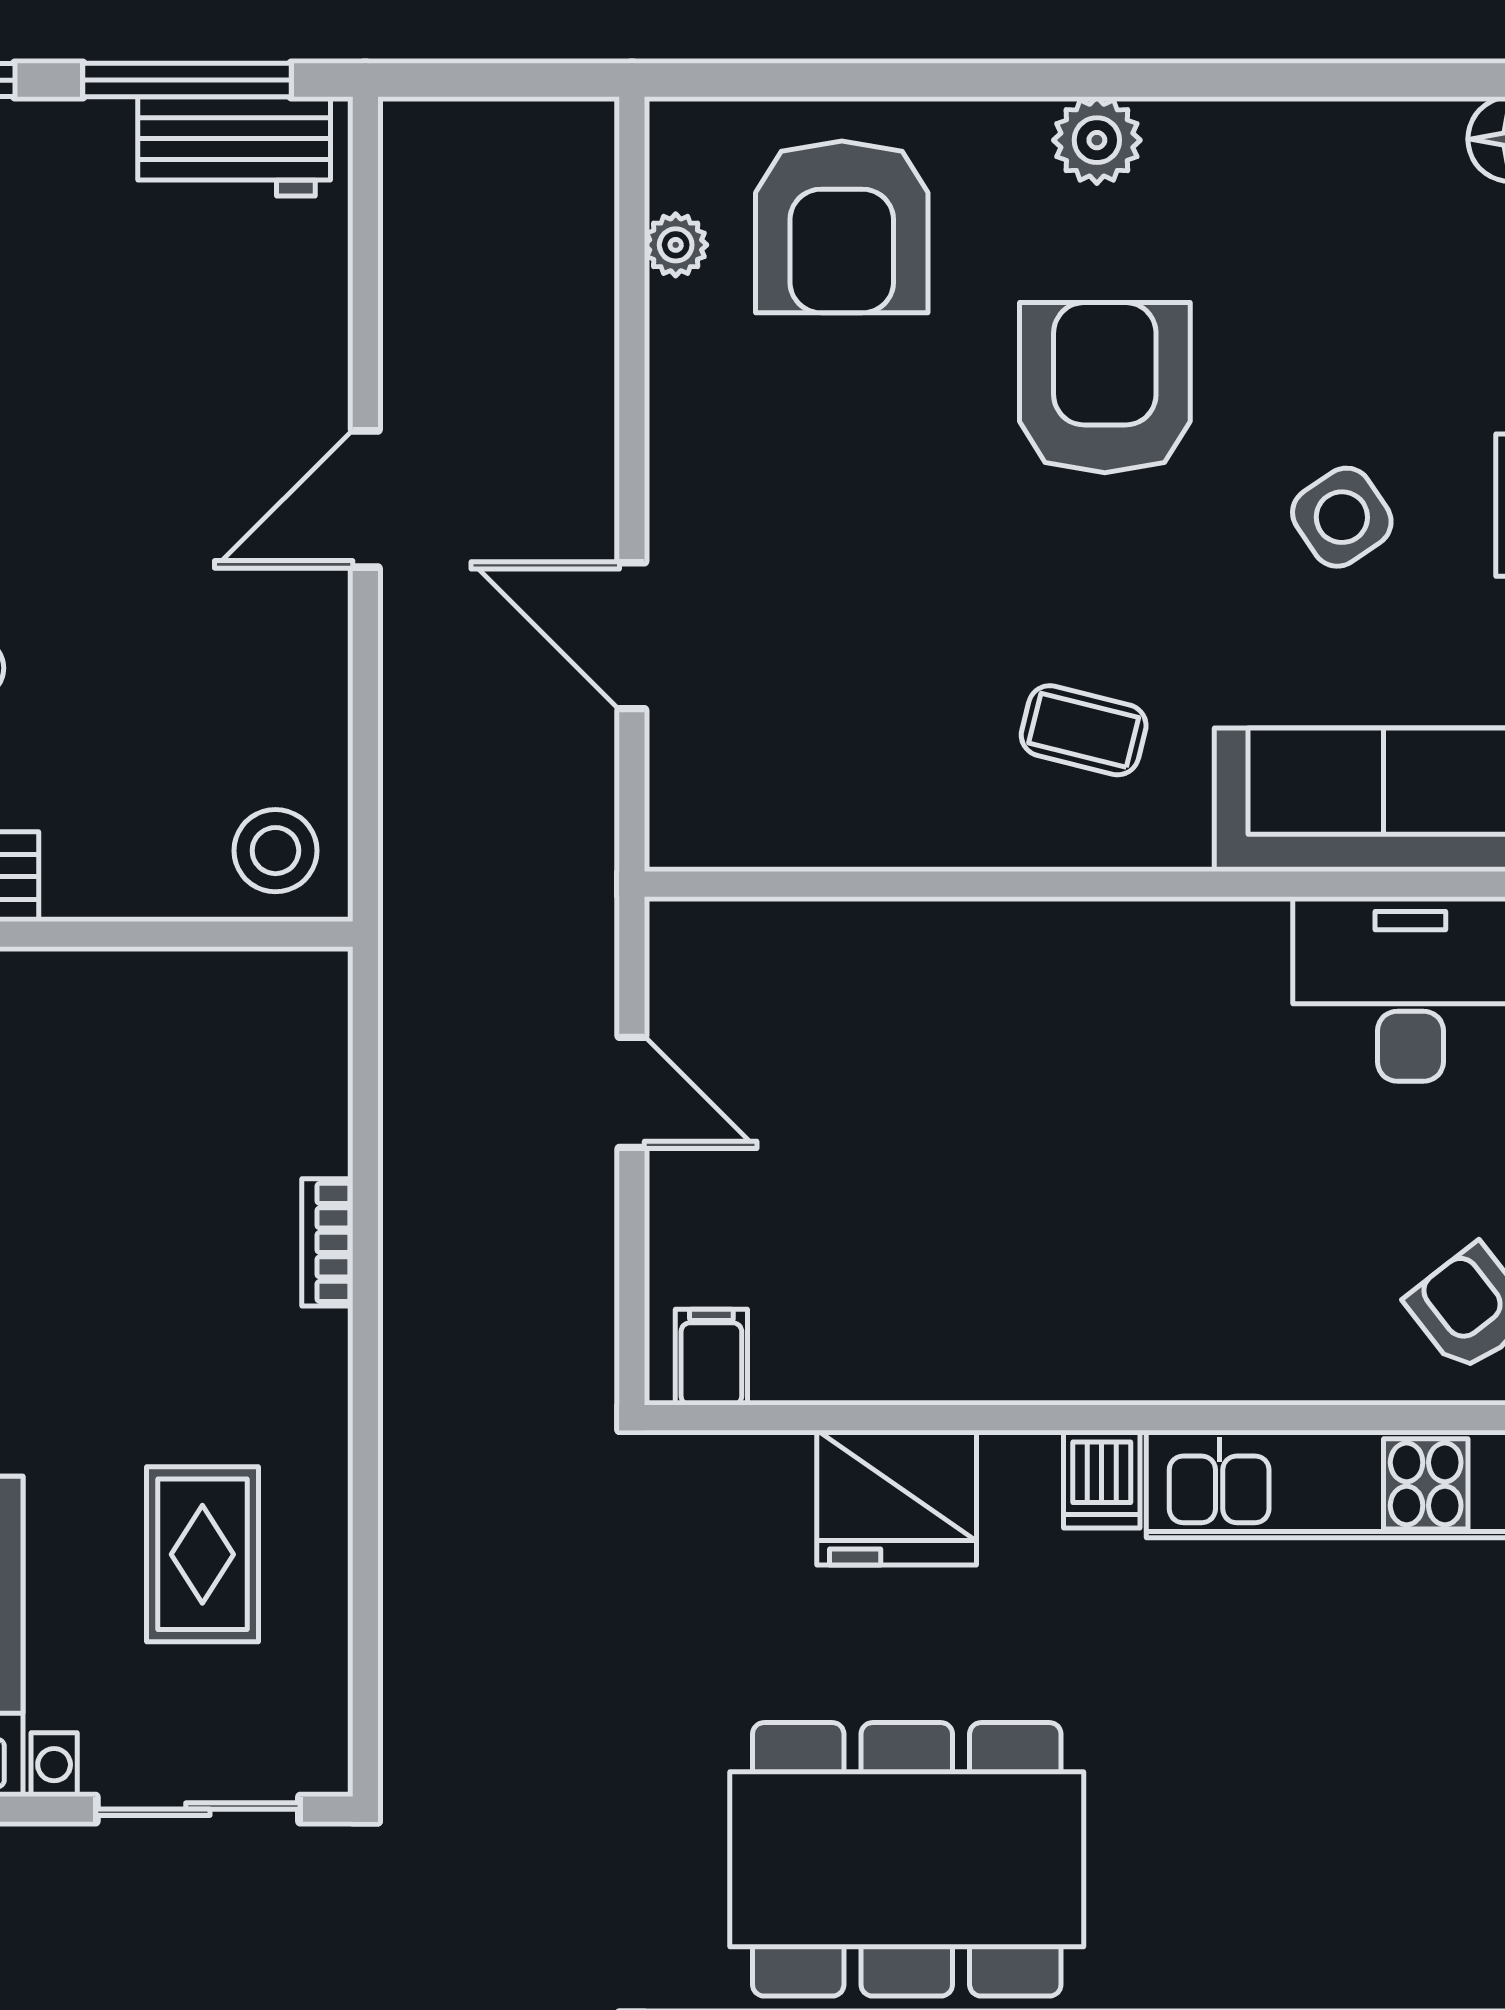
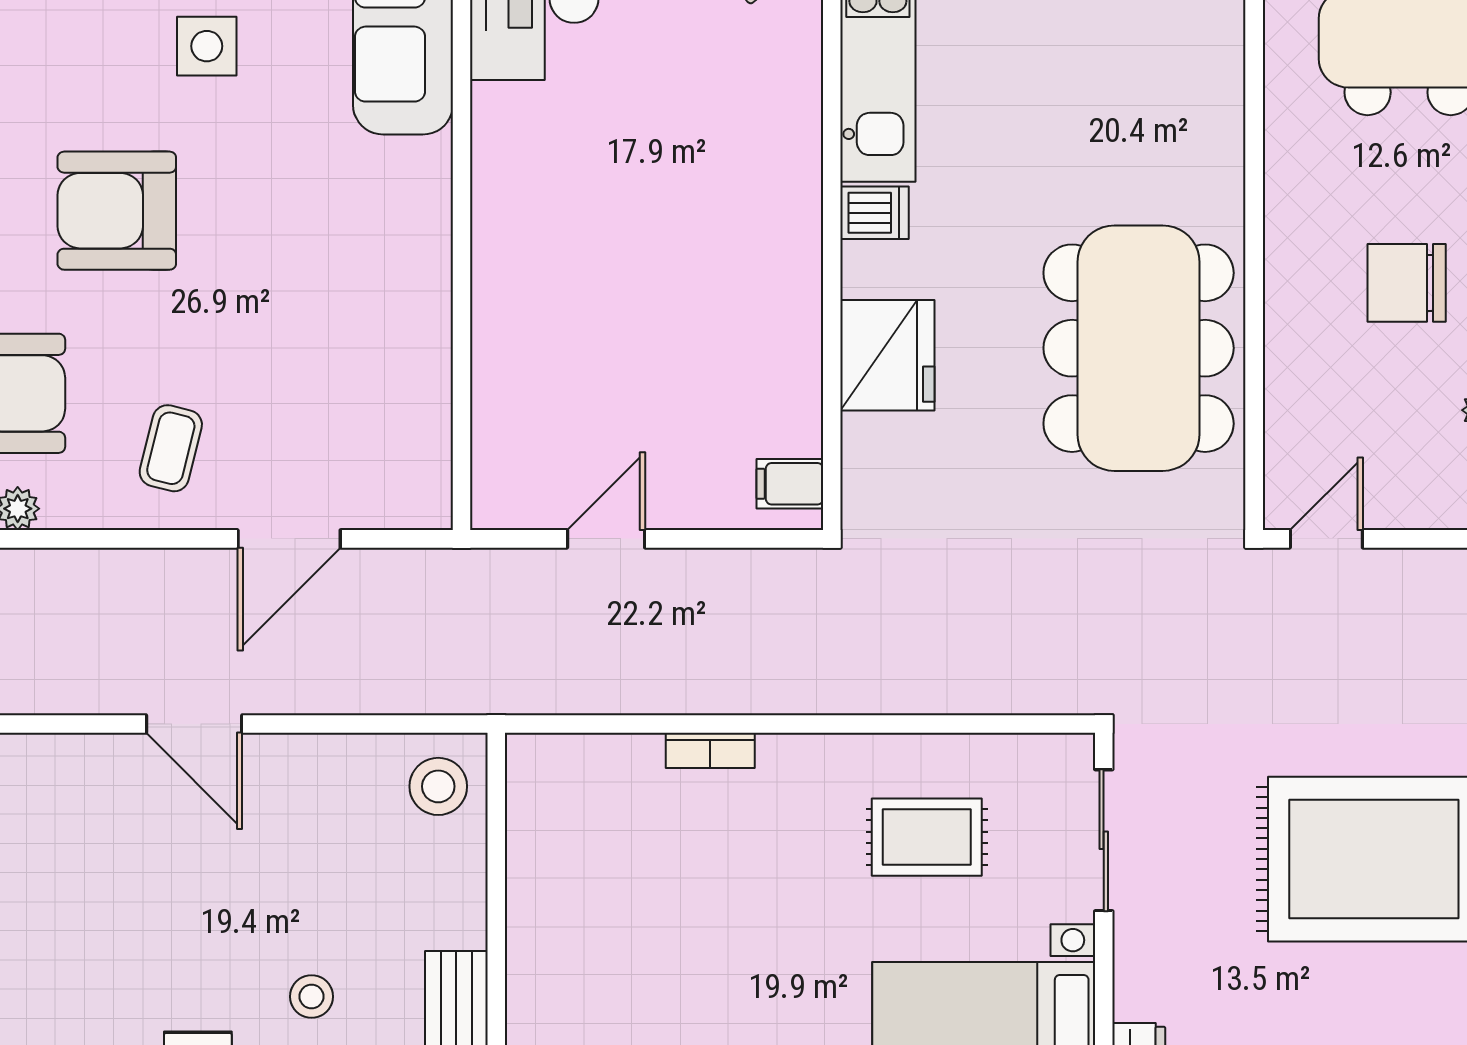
side table: (1342, 517) -> (207, 46), turned 34
coffee table: (1084, 730) -> (171, 448), moved

